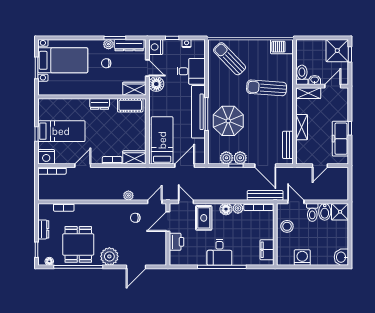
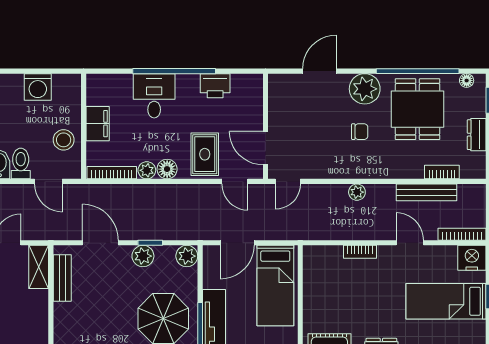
shelving: (302, 127) -> (39, 267), moved
wardrobe: (134, 157) -> (322, 257), removed
plant: (226, 158) -> (187, 256), moved
door: (83, 166) -> (410, 243), swing flipped
bench: (265, 195) -> (427, 192), moved
plant: (128, 196) -> (357, 192), moved
chair: (135, 218) -> (360, 132), moved
door: (168, 221) -> (265, 148), swing flipped
printer: (177, 242) -> (215, 86), moved, turned -90
filing cabinet: (267, 250) -> (98, 124), moved
desk: (219, 252) -> (154, 96), moved

